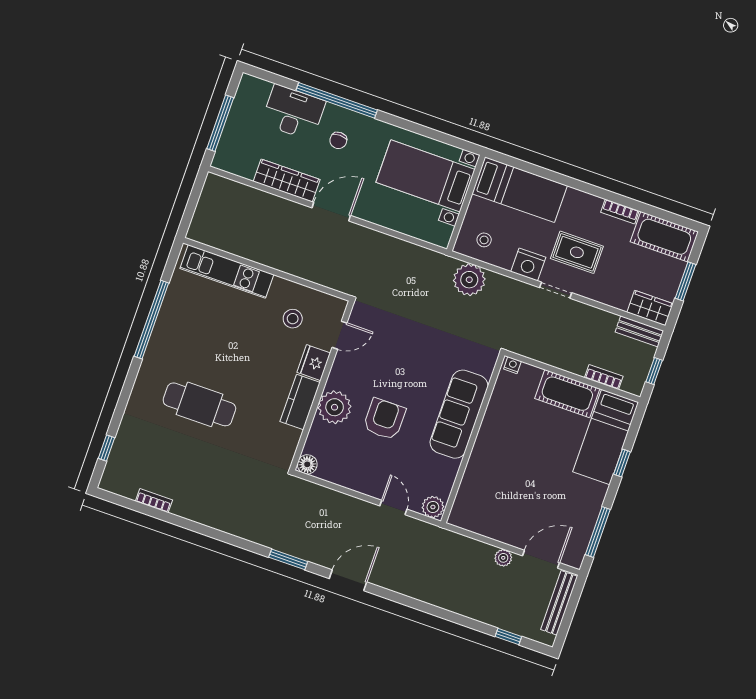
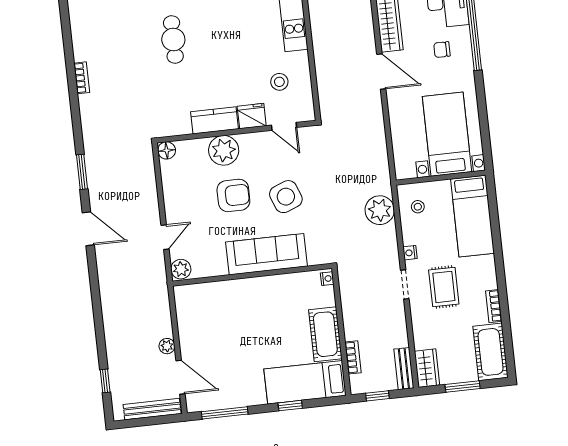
nightstand: (528, 265) -> (410, 253), width x0.53, depth x0.56
side table: (411, 367) -> (286, 197), added
cafe table: (199, 404) -> (173, 39), width x0.73, depth x0.74
bookcase: (154, 501) -> (82, 78), moved

